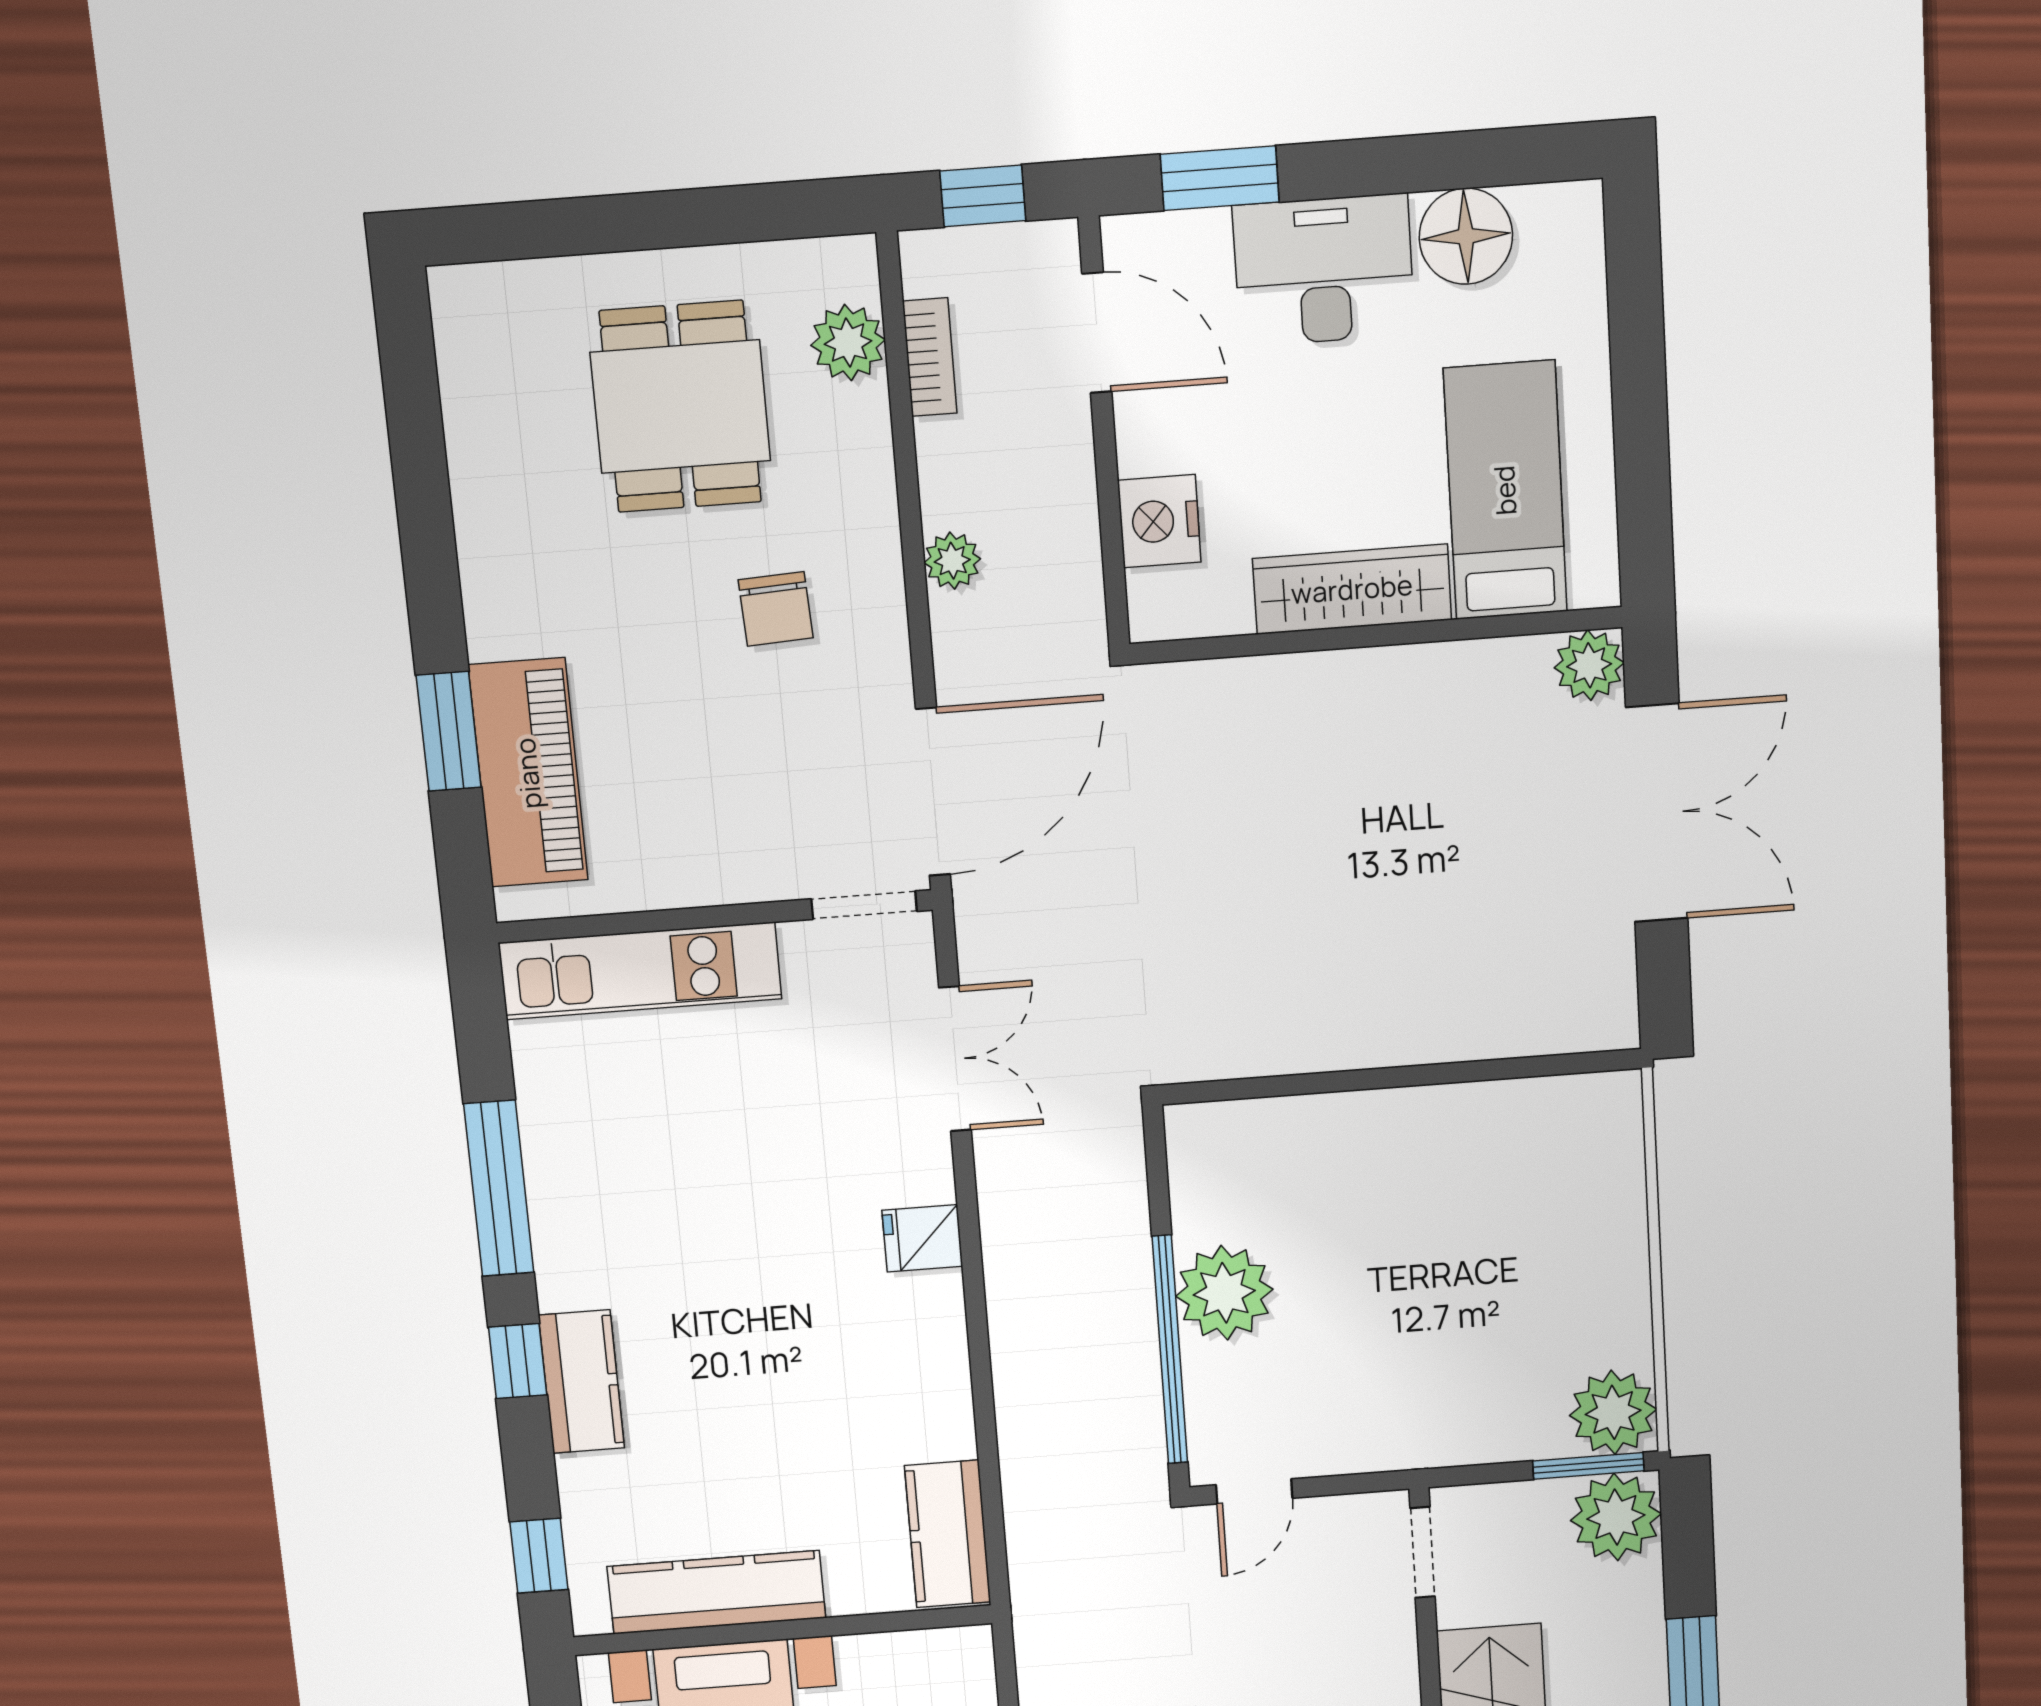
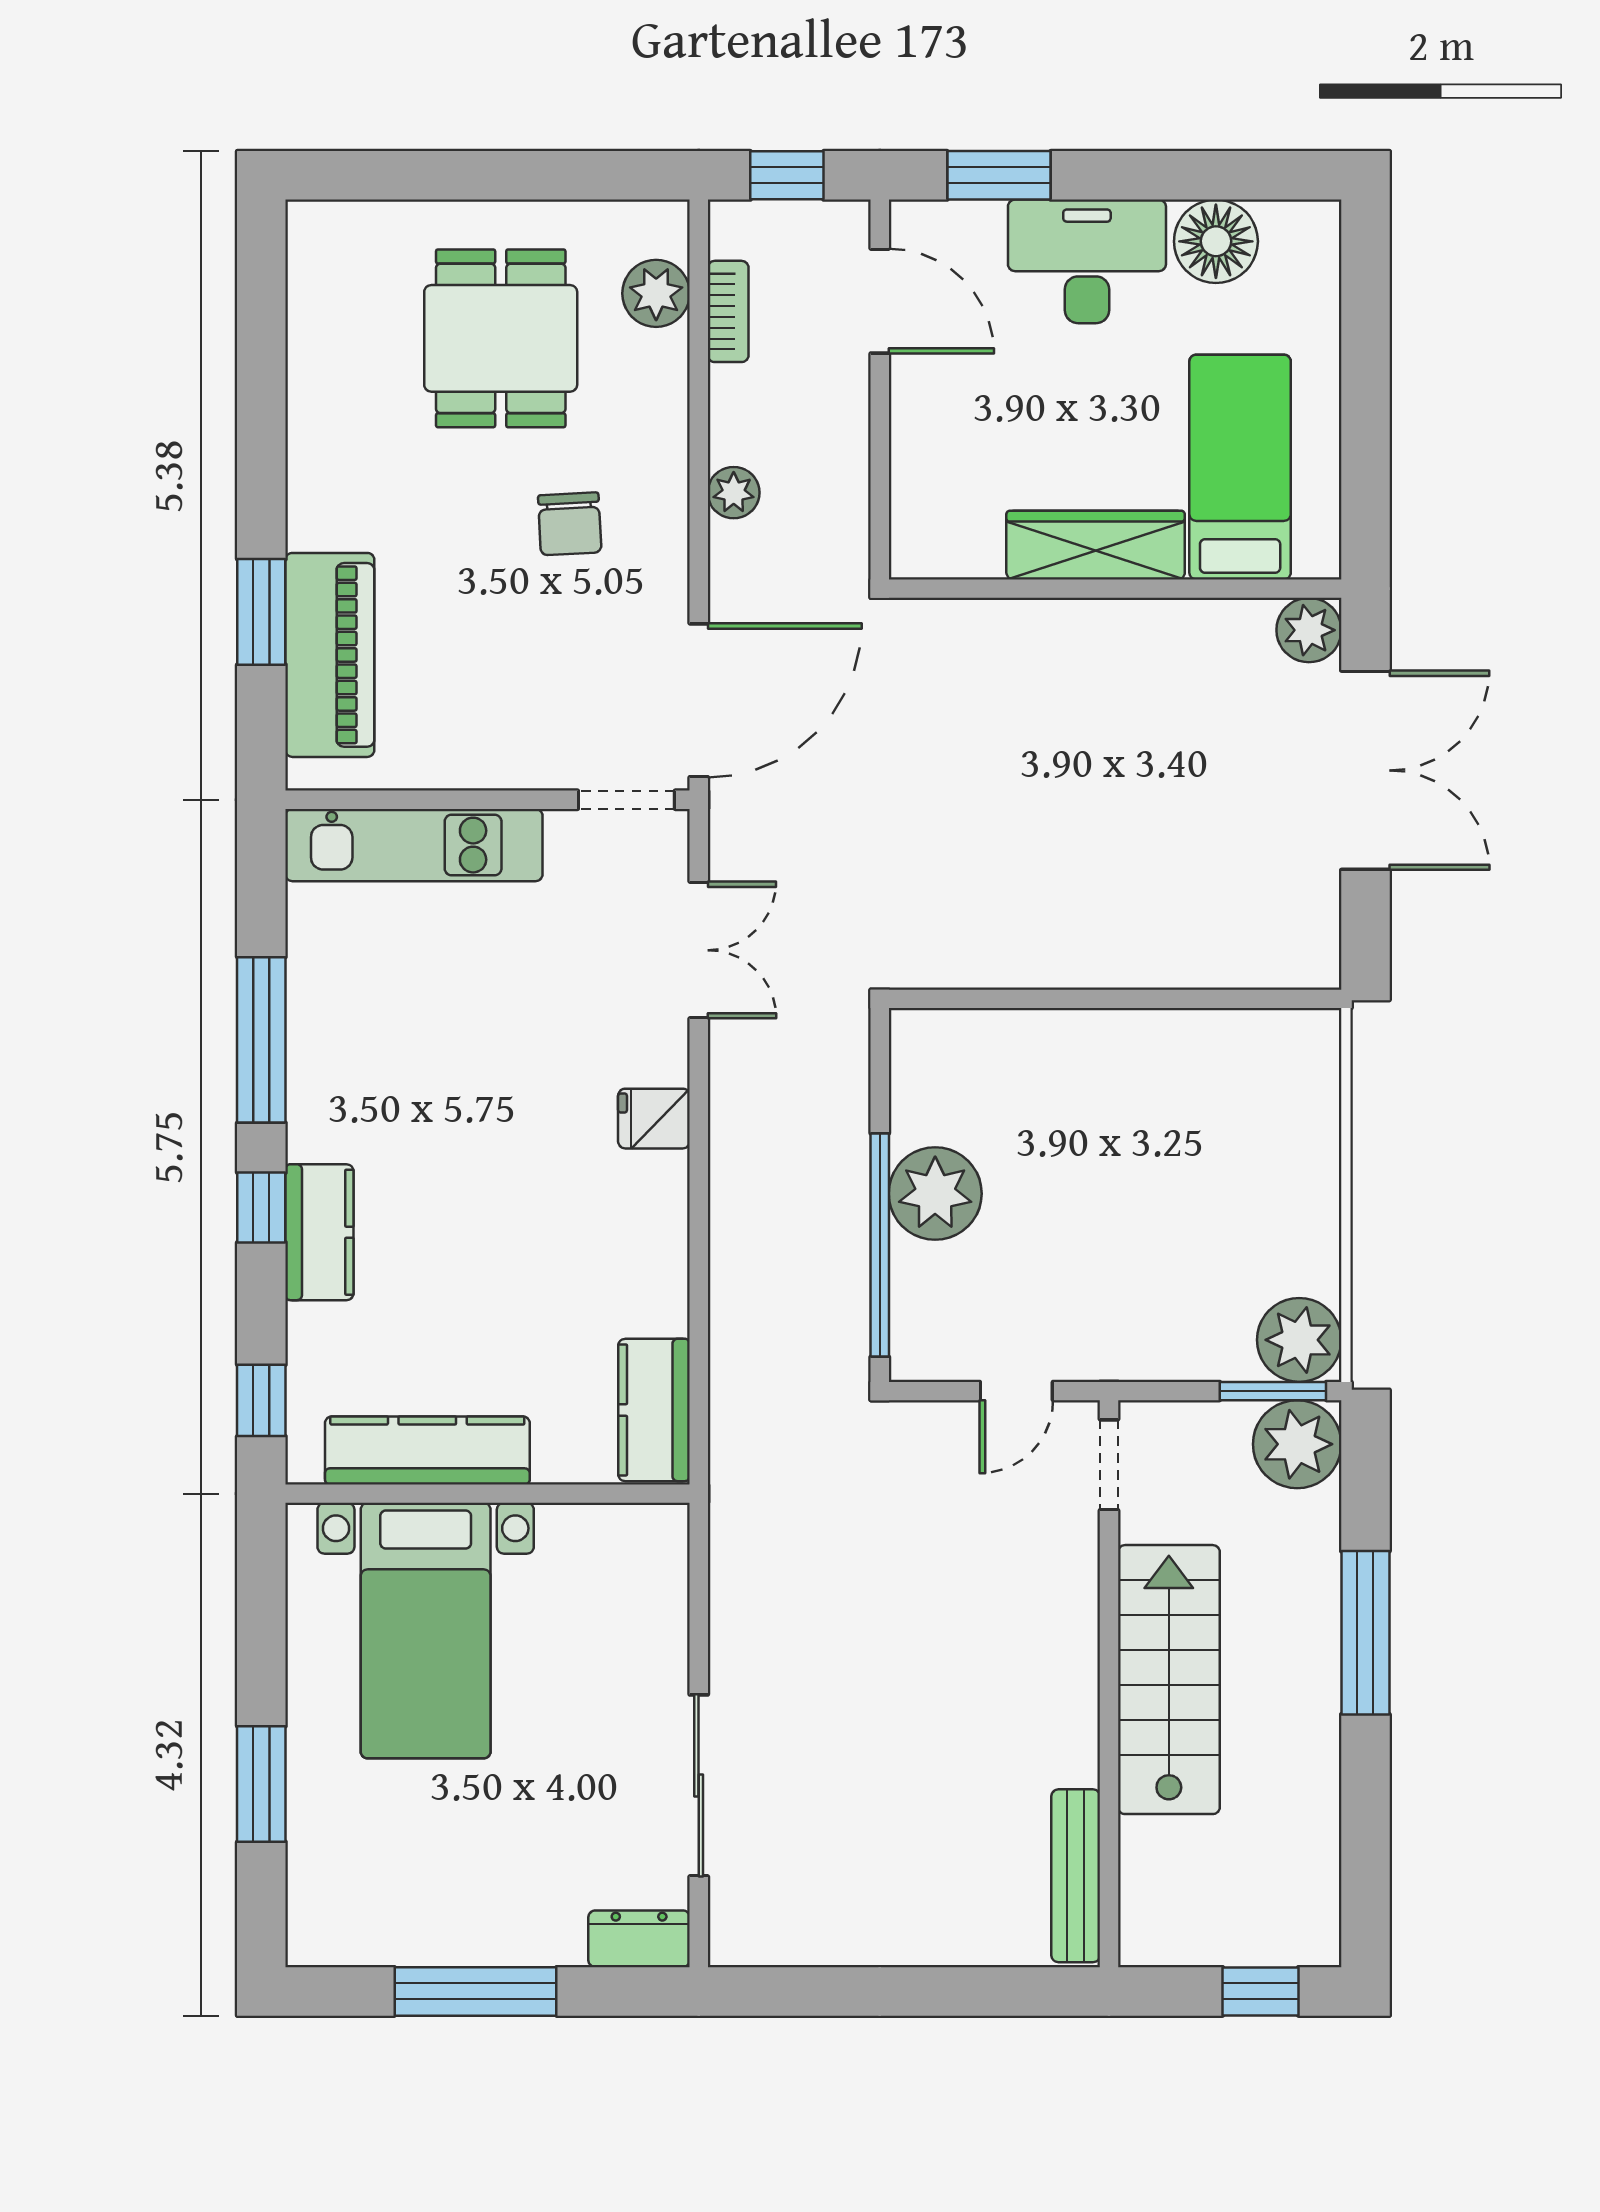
nightstand: (1159, 521) -> (924, 471), removed
door: (1254, 1491) -> (1016, 1391), moved

